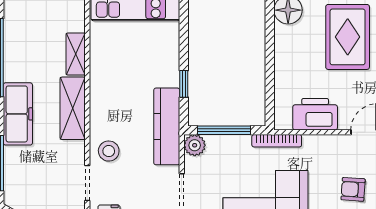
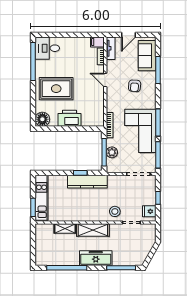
printer: (315, 114) -> (70, 118), moved, turned 90
kitchen counter: (167, 126) -> (87, 182), moved
plant: (195, 145) -> (112, 152), moved

